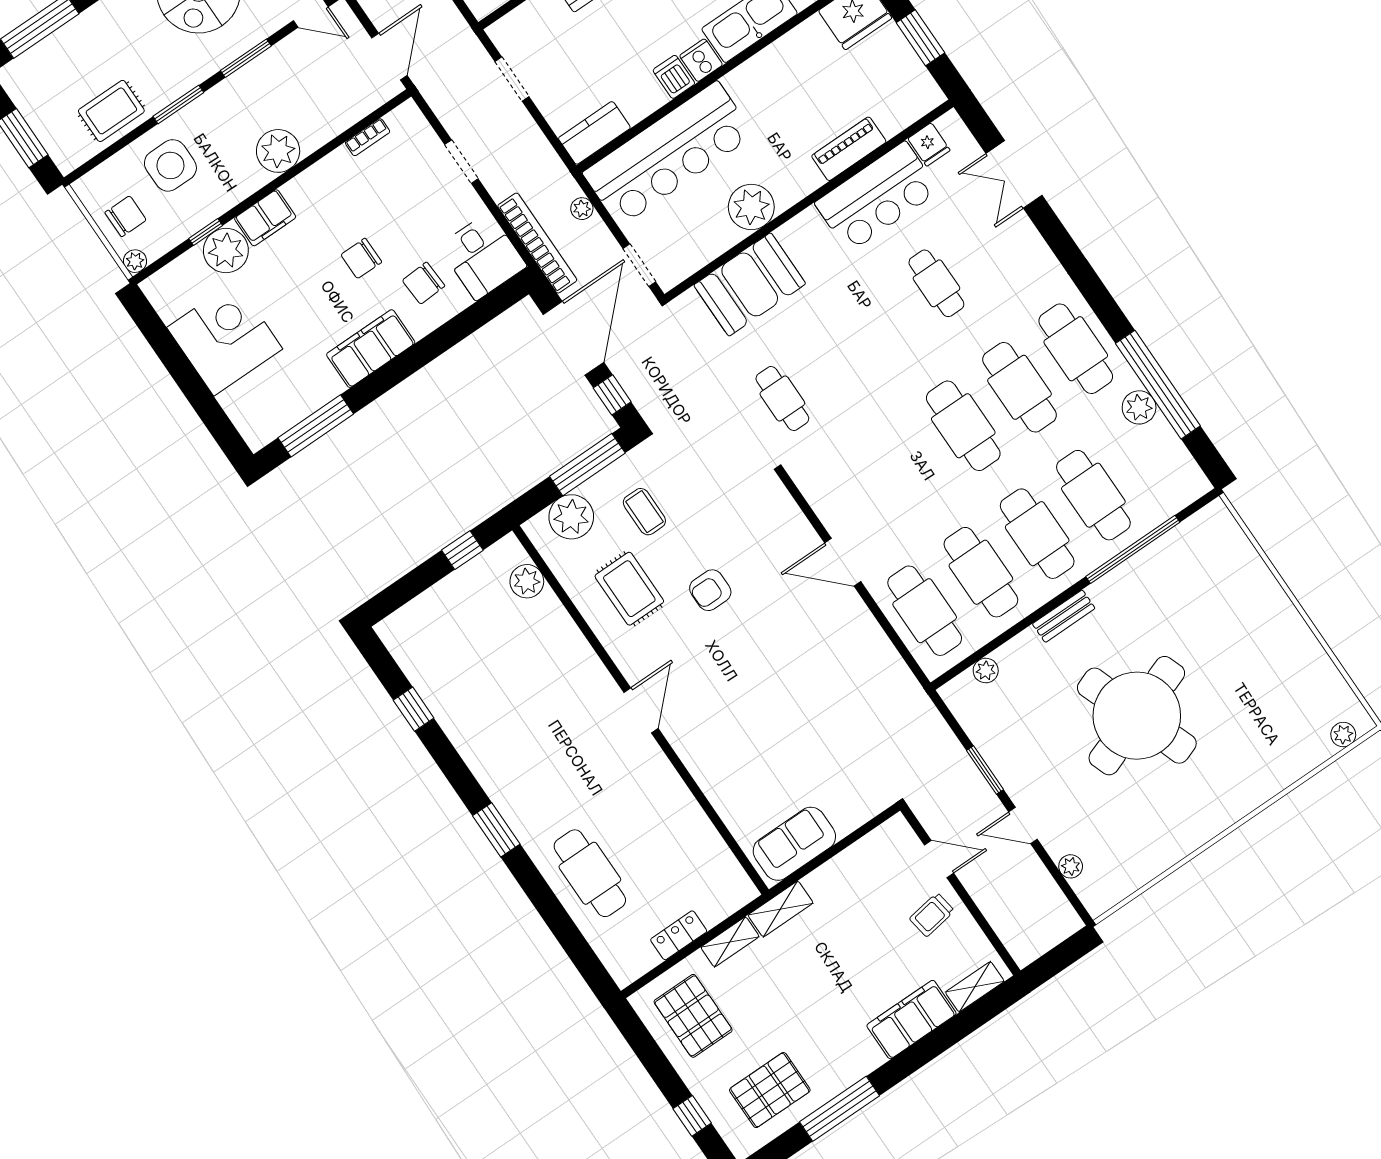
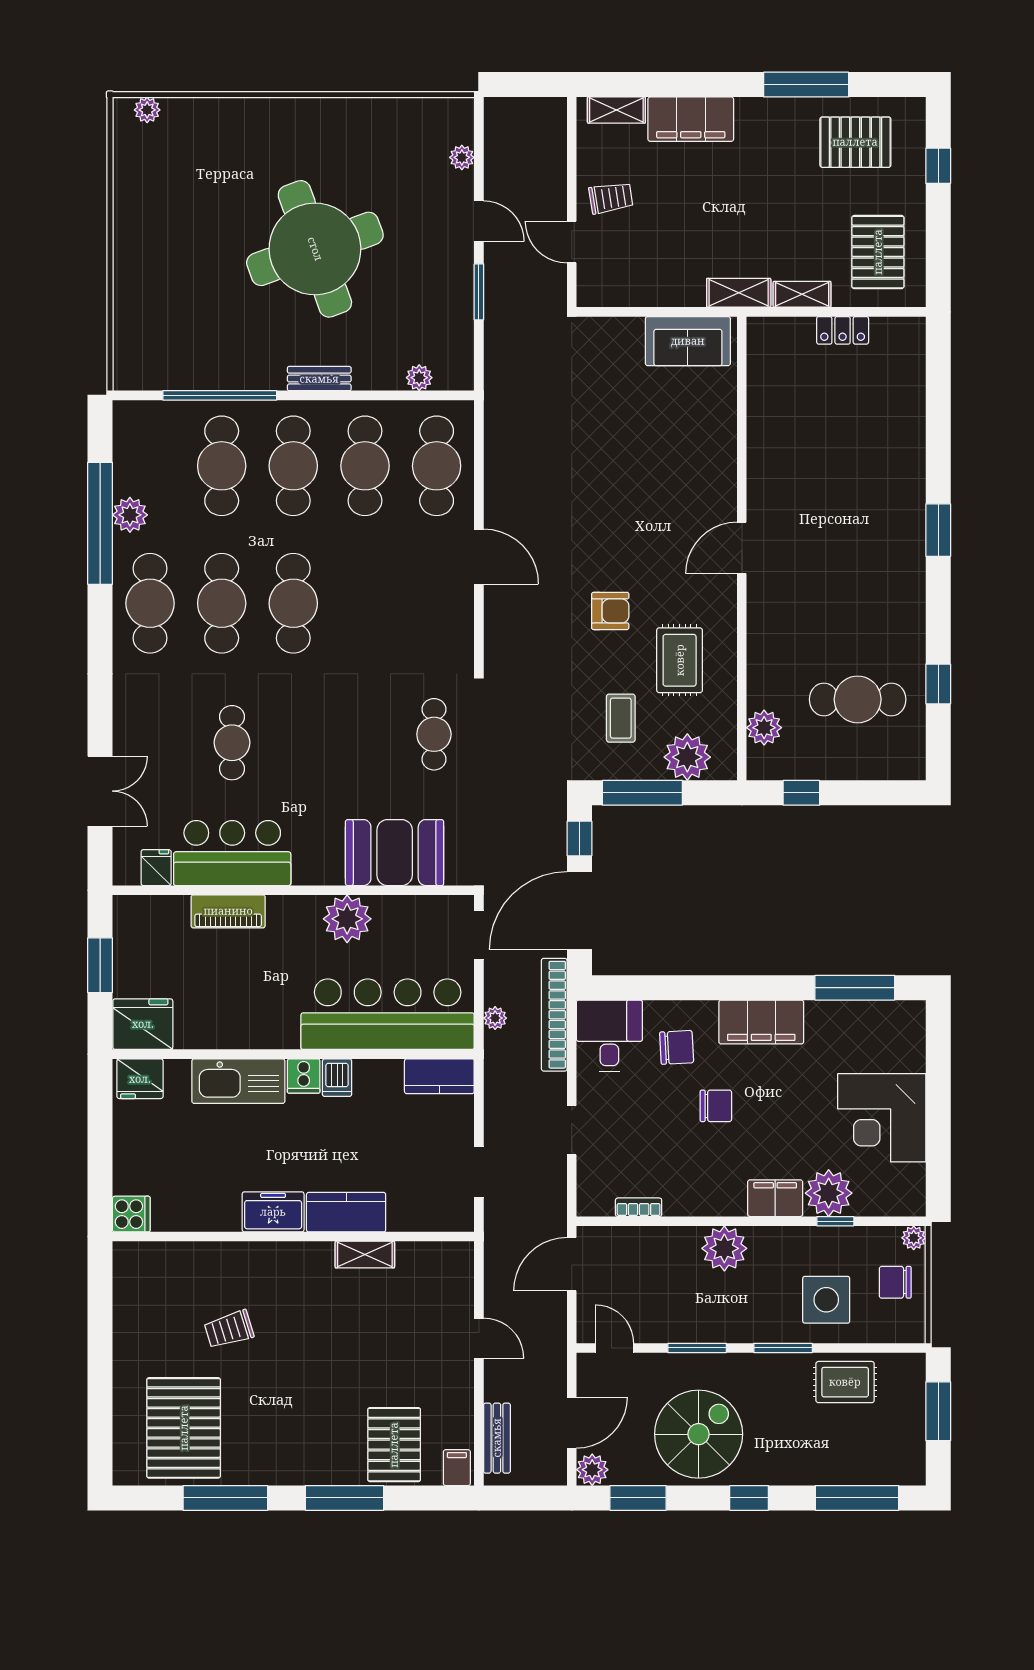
cafe table: (590, 873) -> (858, 699), moved, turned 90

